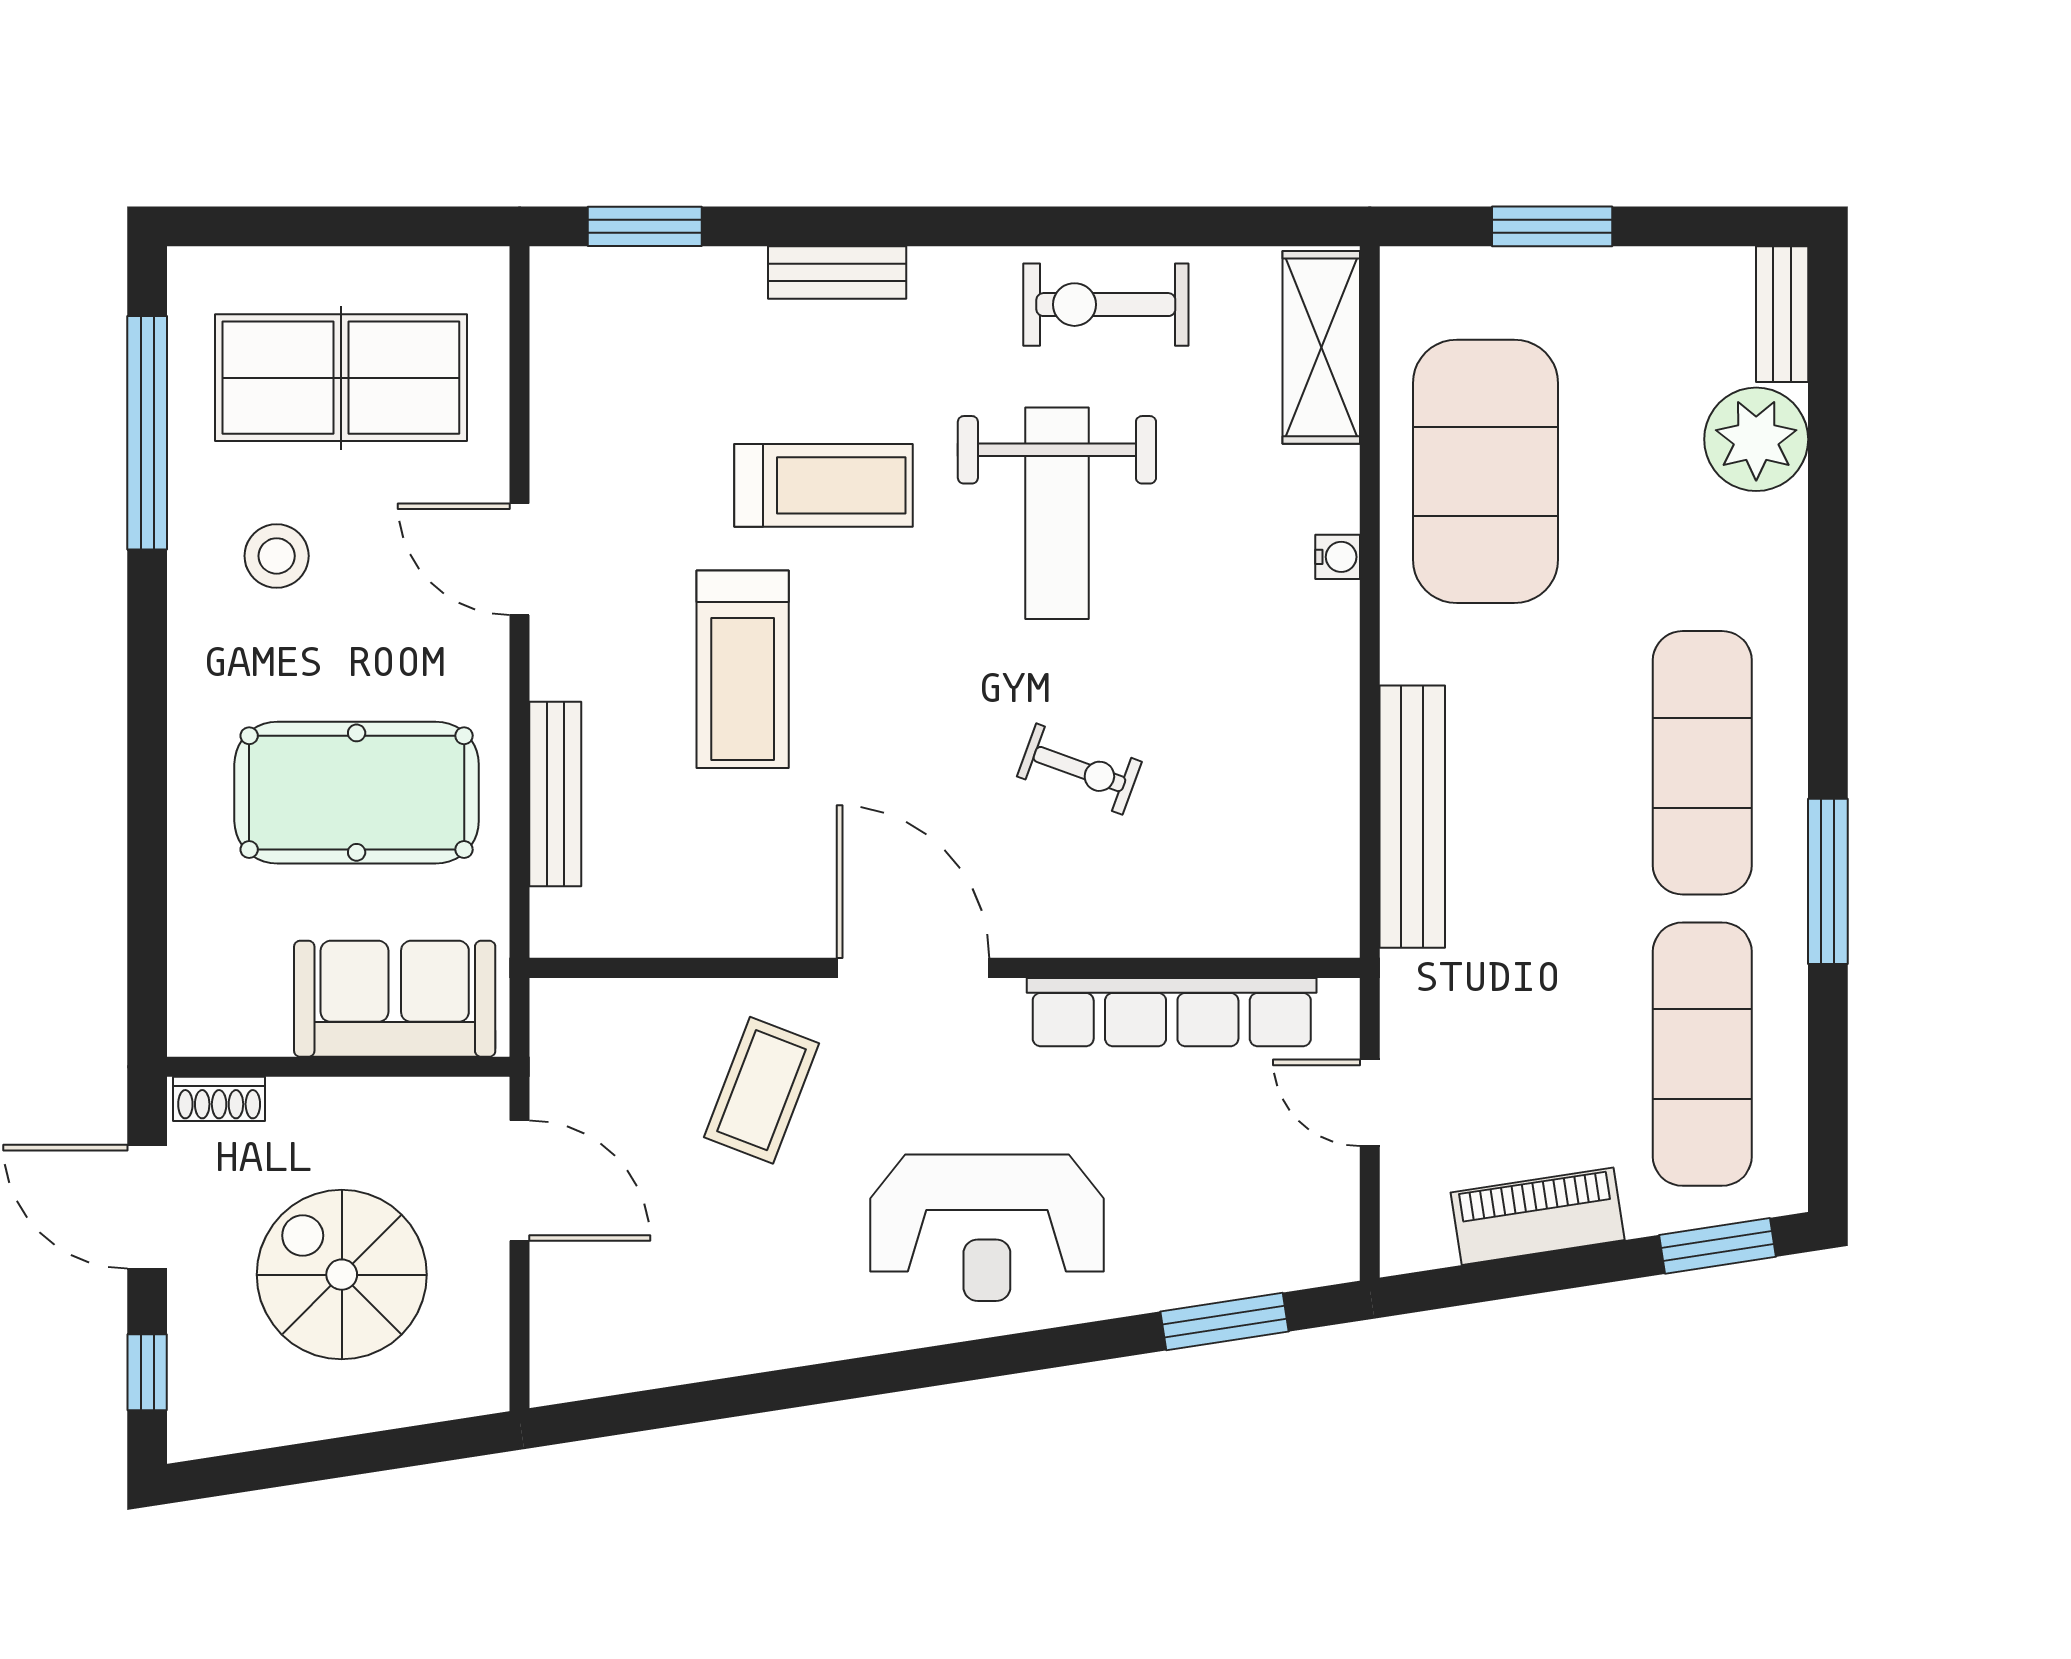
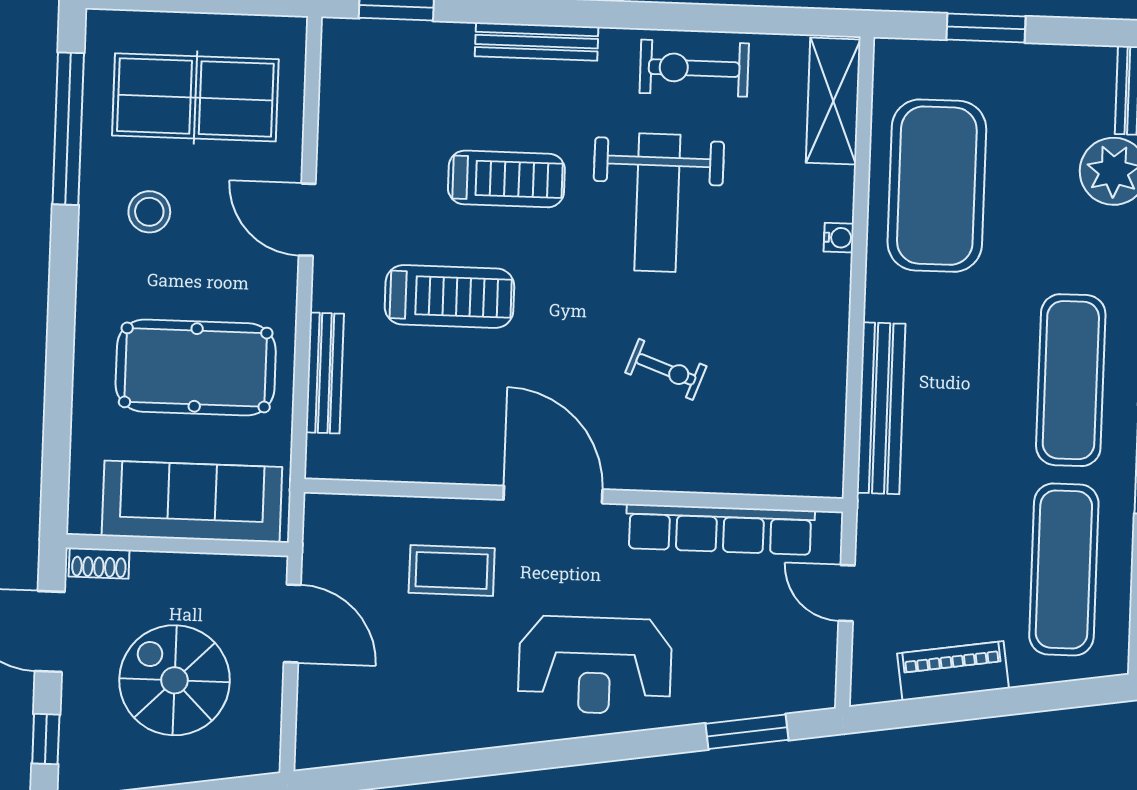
bench: (837, 273) -> (537, 42), width x1.36
treadmill: (743, 669) -> (449, 297), turned -90
sofa: (395, 999) -> (192, 501), width x1.36
coffee table: (761, 1090) -> (452, 570), turned 69
window: (1718, 1246) -> (1069, 694), removed

